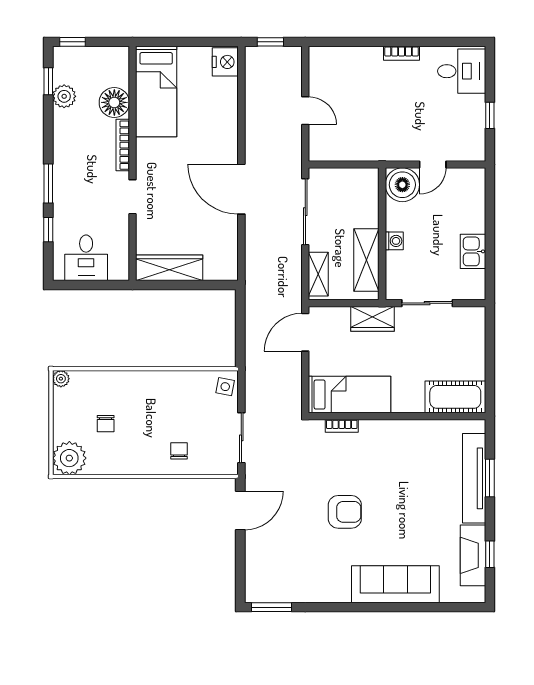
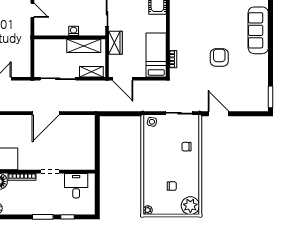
boiler: (402, 185) -> (43, 27), removed
desk: (86, 258) -> (76, 186), moved, turned -90
wardrobe: (169, 268) -> (88, 152), removed

